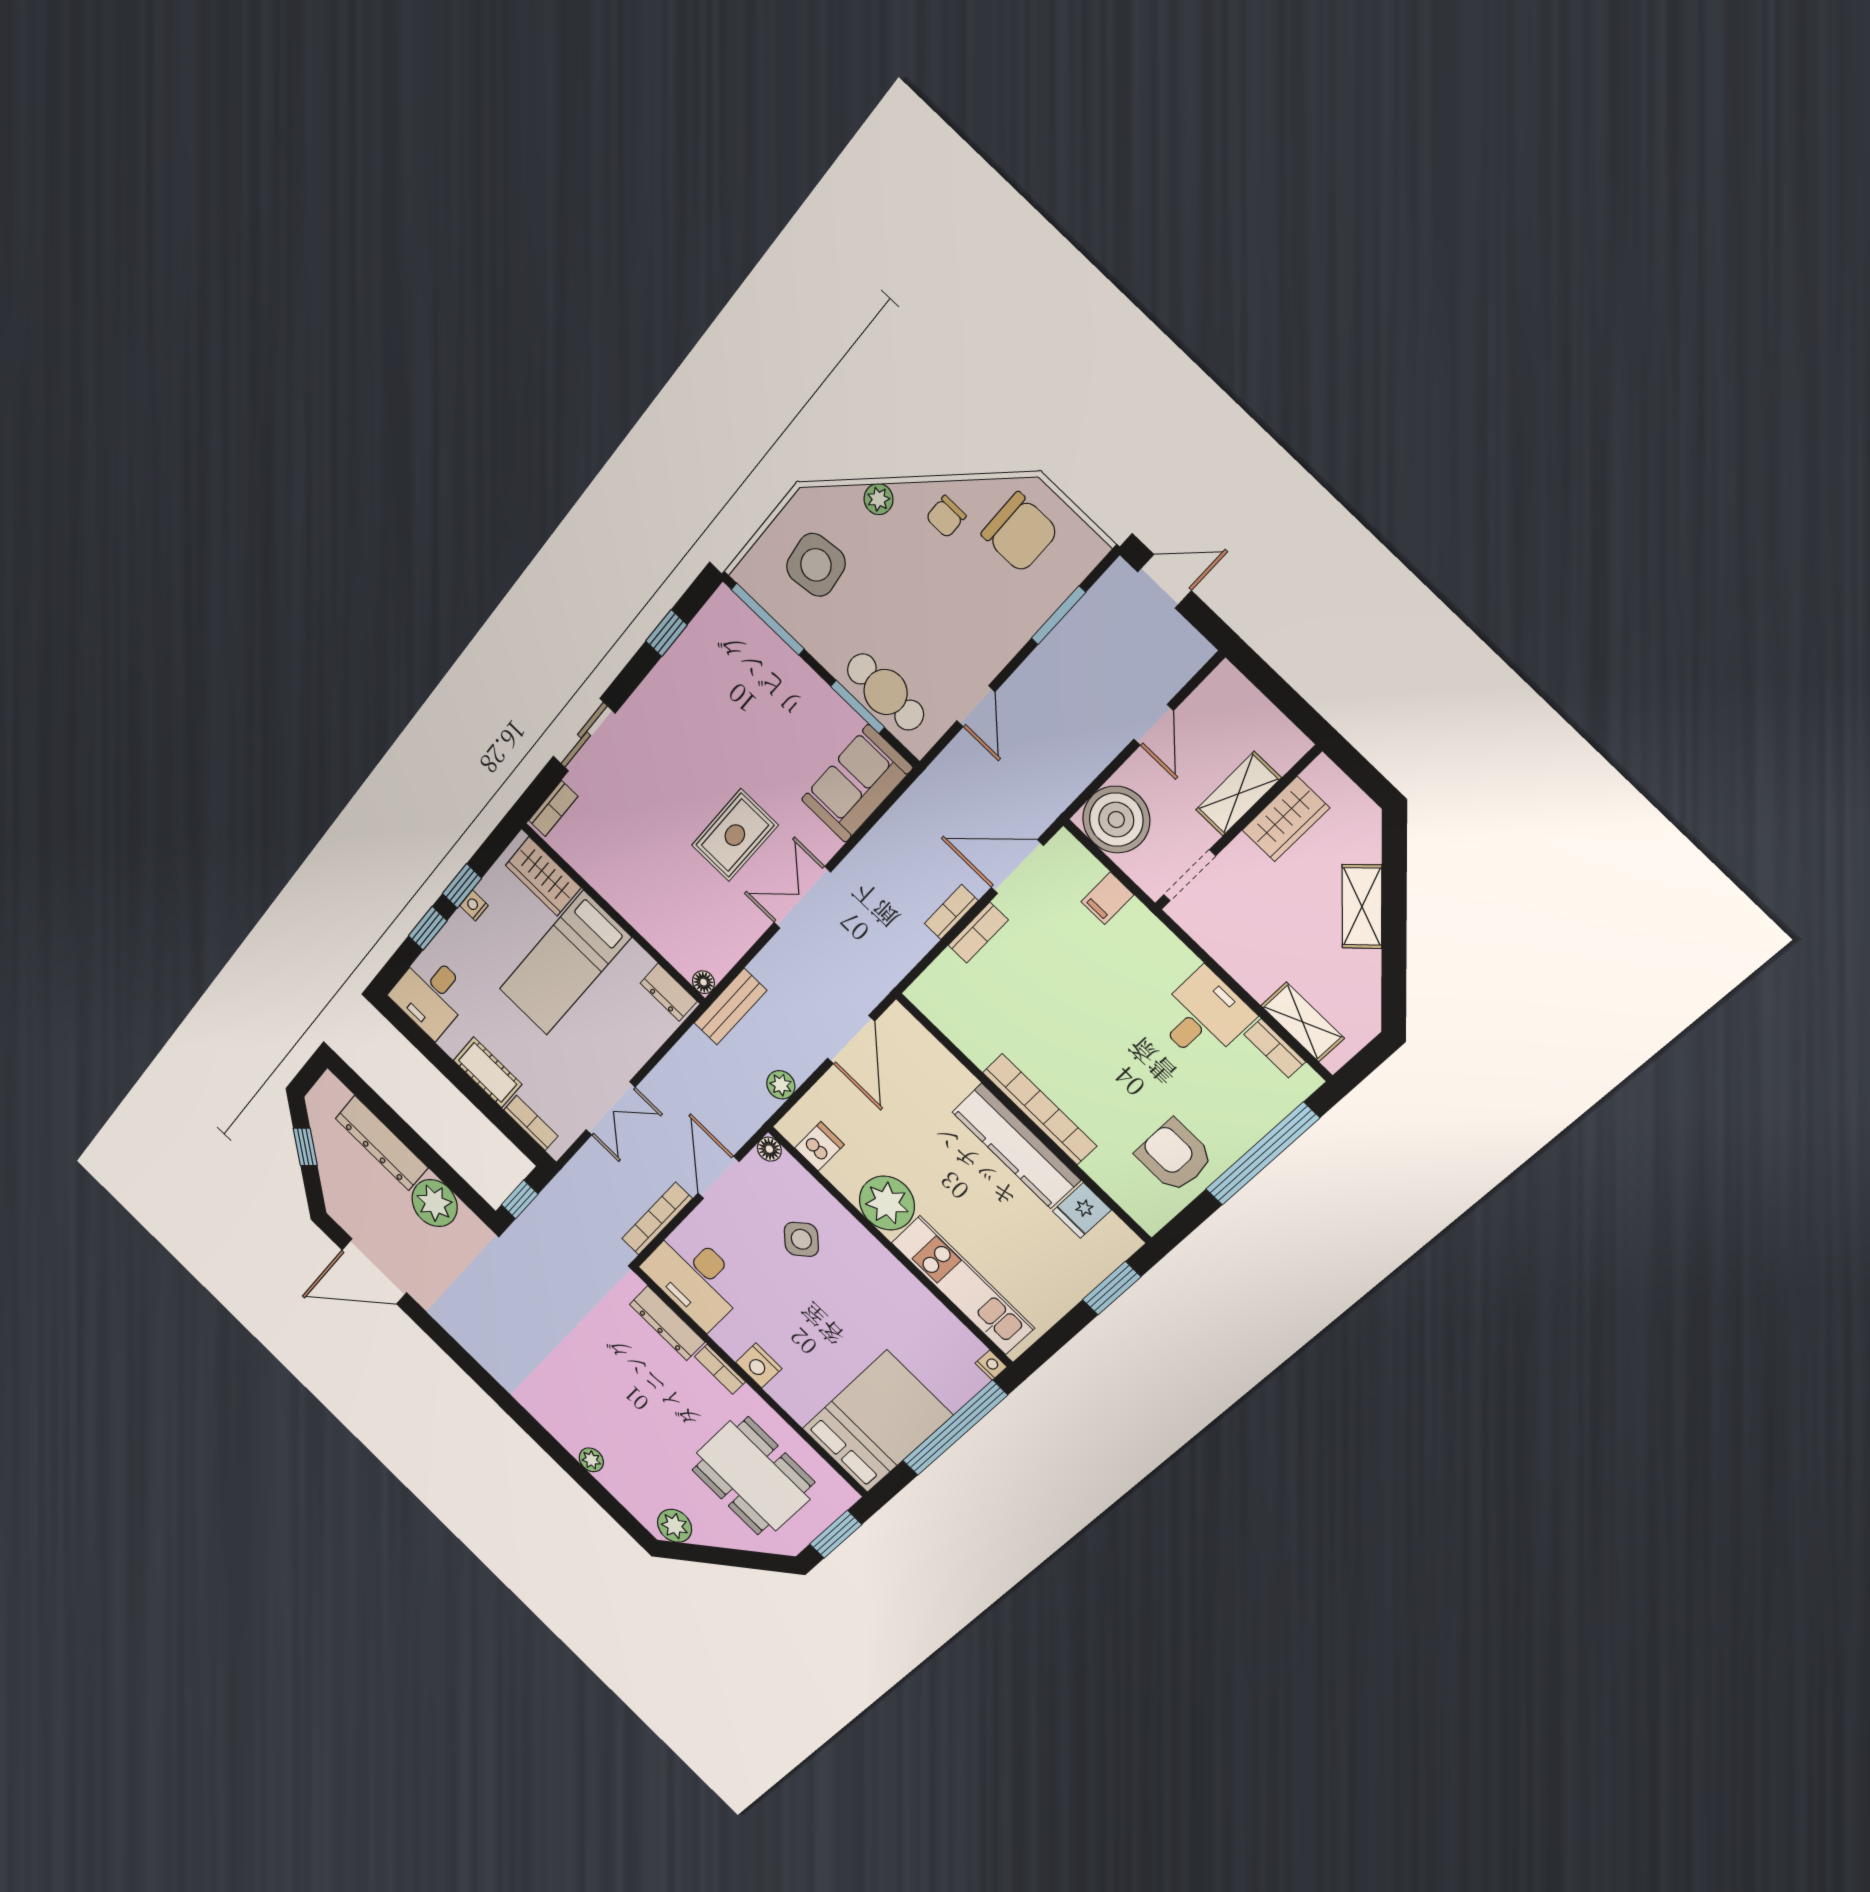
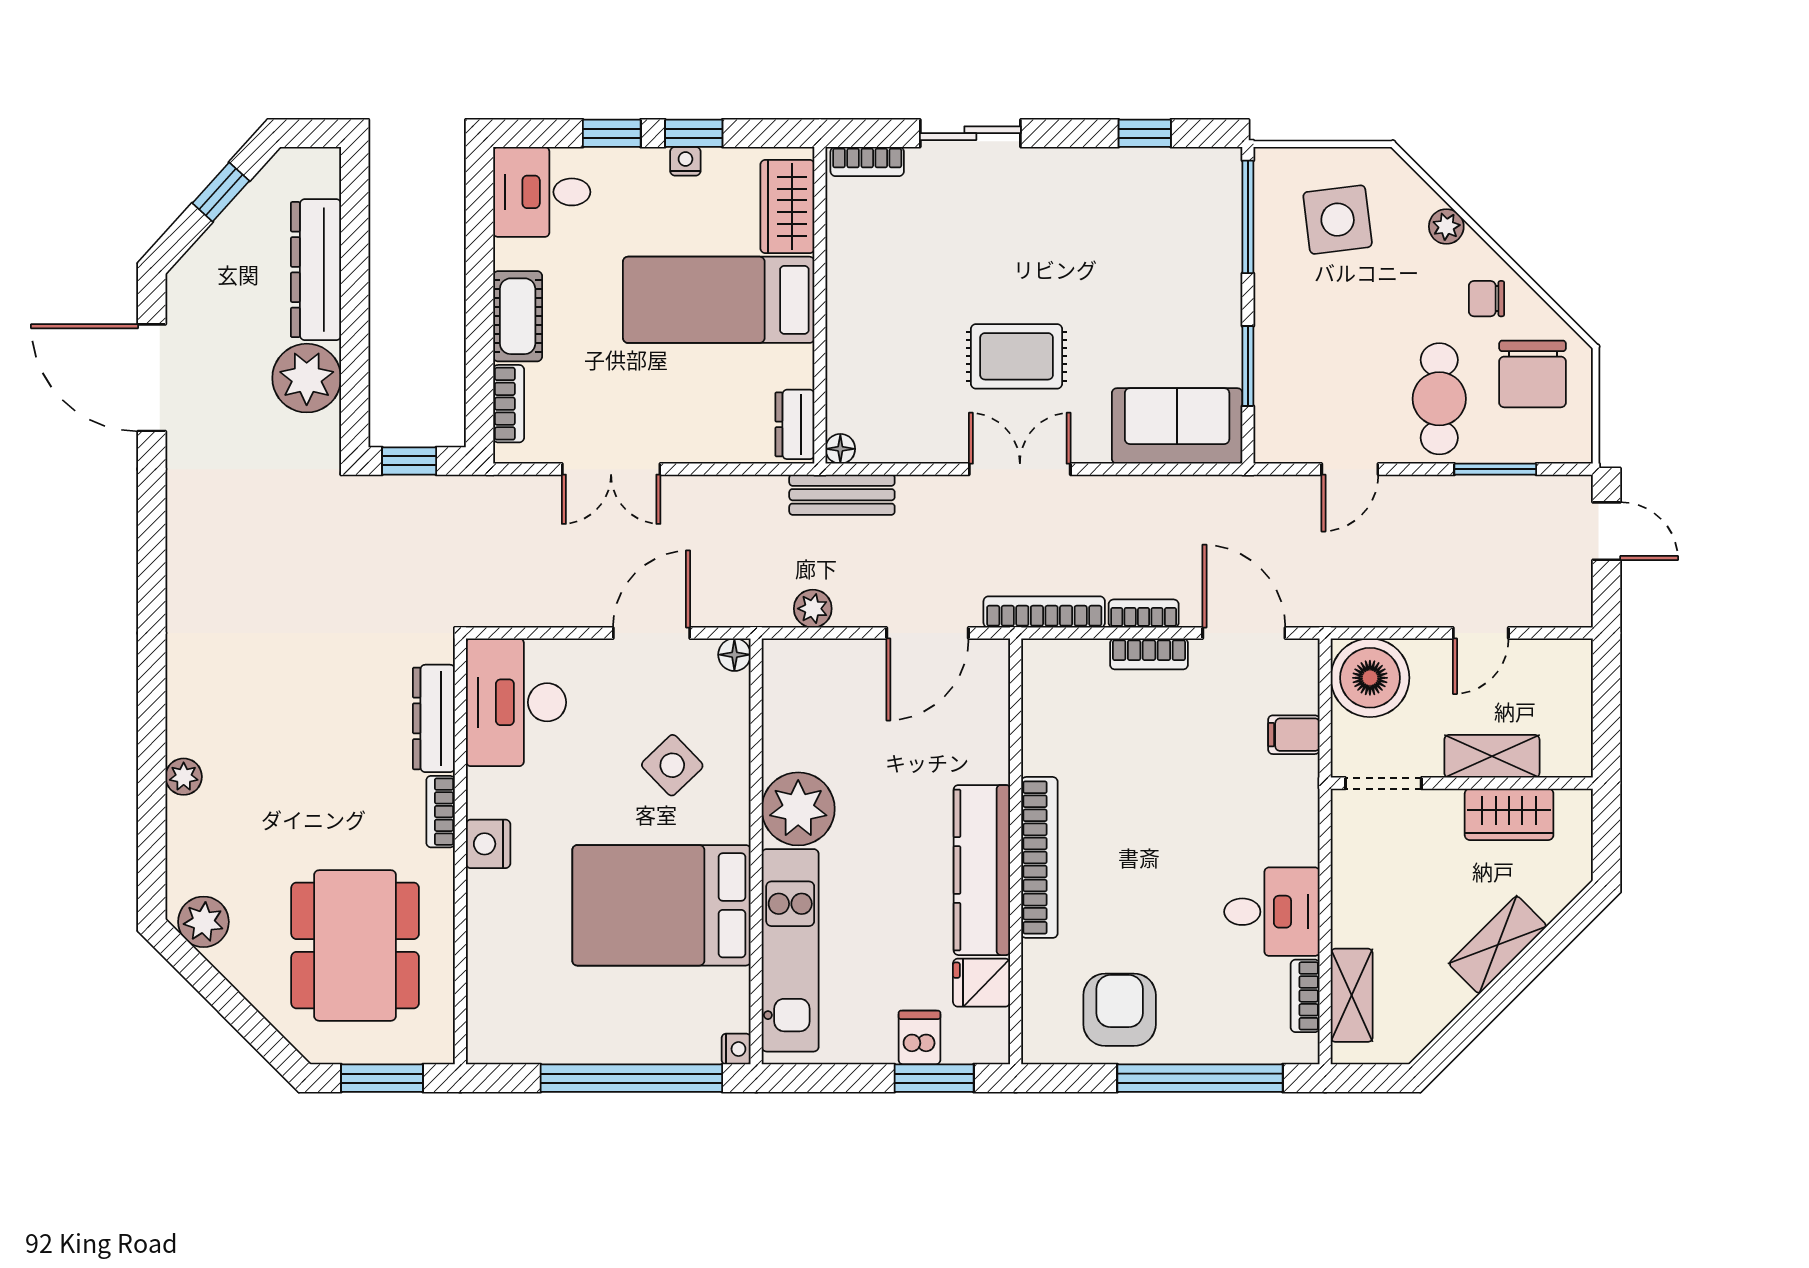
cafe table: (886, 692) -> (1439, 399), moved
dishwasher: (820, 1146) -> (919, 1038), moved, turned -90
bookcase: (657, 1219) -> (1044, 612), moved
bed: (877, 1422) -> (662, 905), moved, turned 180

